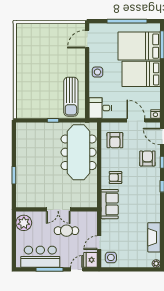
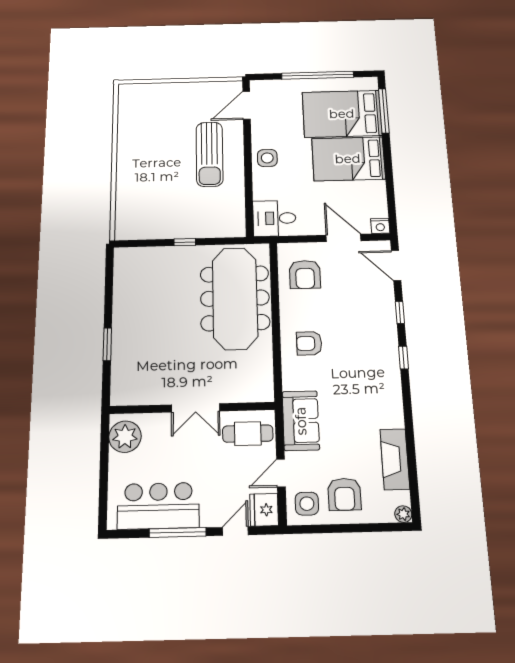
sun lounger: (71, 97) -> (209, 154), moved
armchair: (147, 158) -> (344, 494), moved, turned 180
sofa: (110, 204) -> (301, 421), moved
cafe table: (66, 231) -> (248, 434), moved

